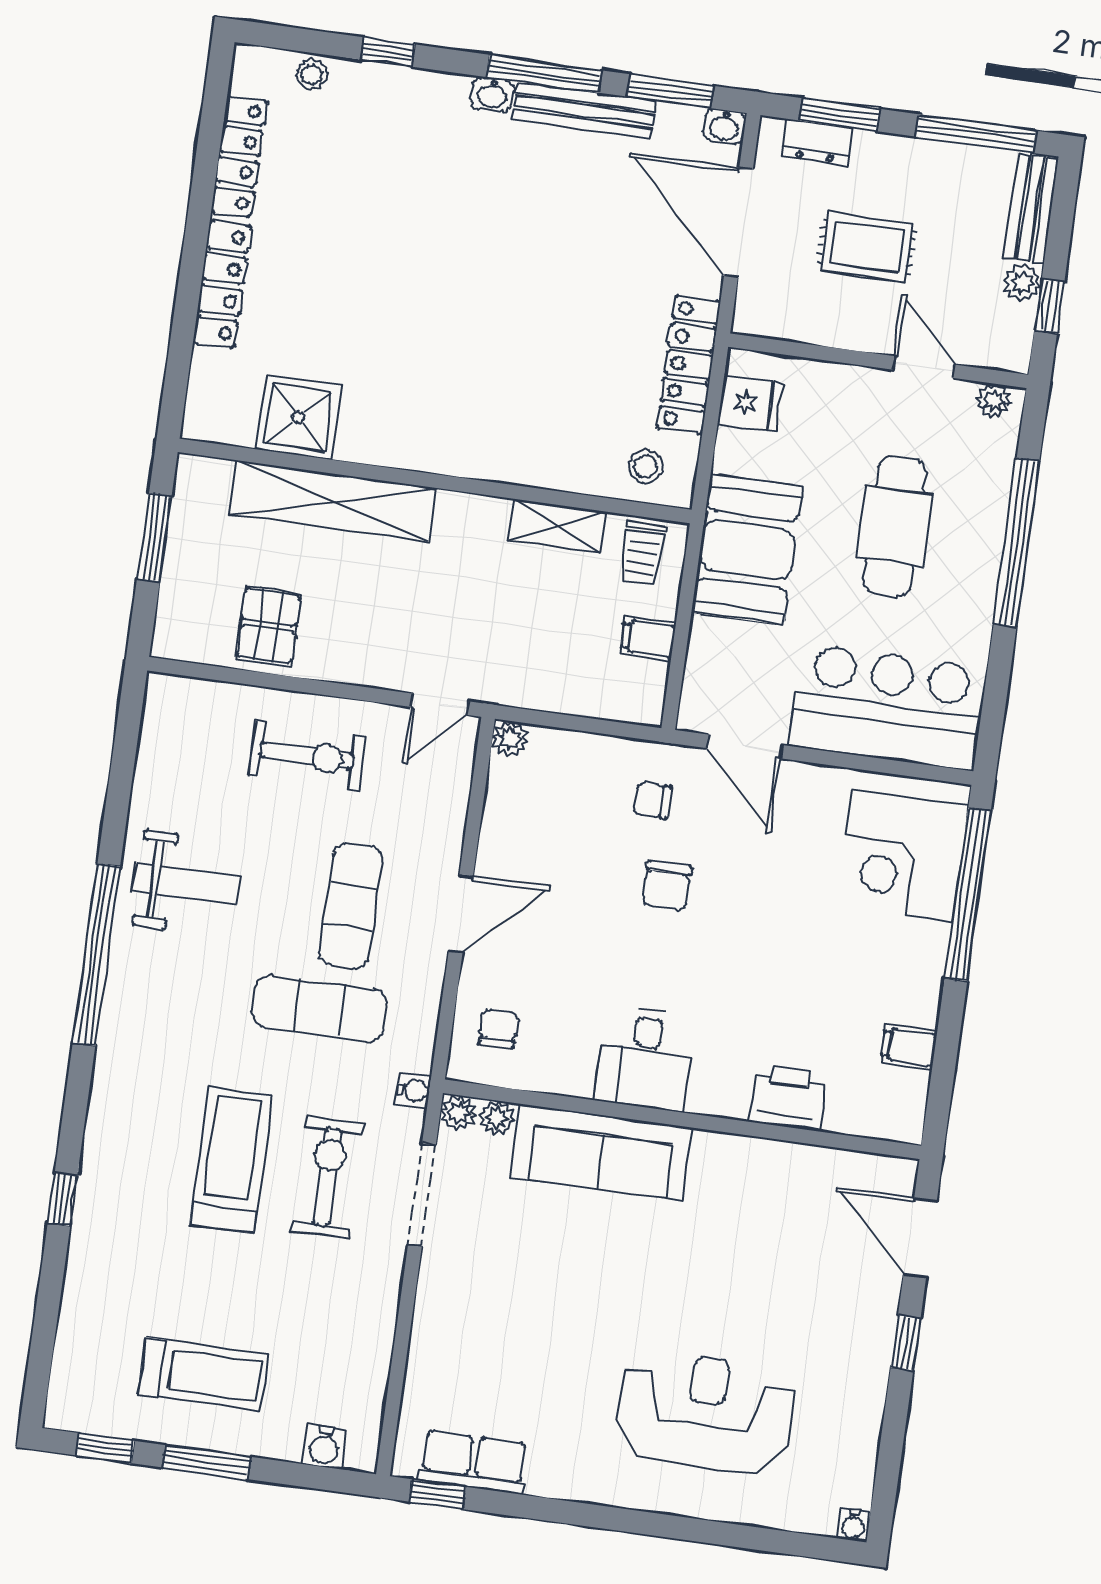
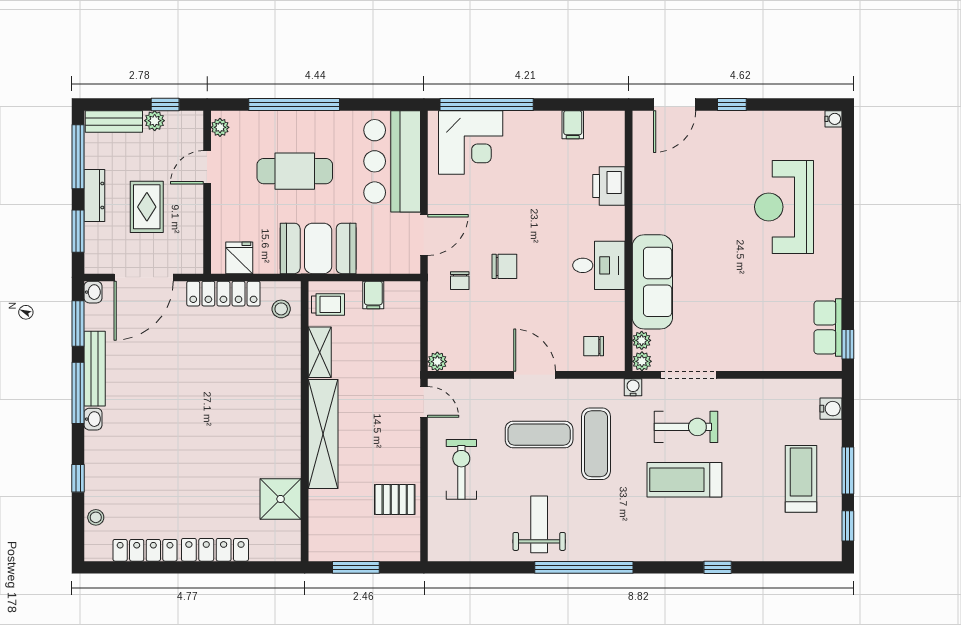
dresser: (817, 142) -> (94, 196), moved, width x1.44
shelving: (333, 501) -> (323, 434), moved
exercise bike: (327, 1177) -> (686, 427), turned 180

